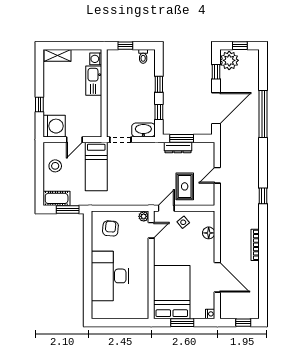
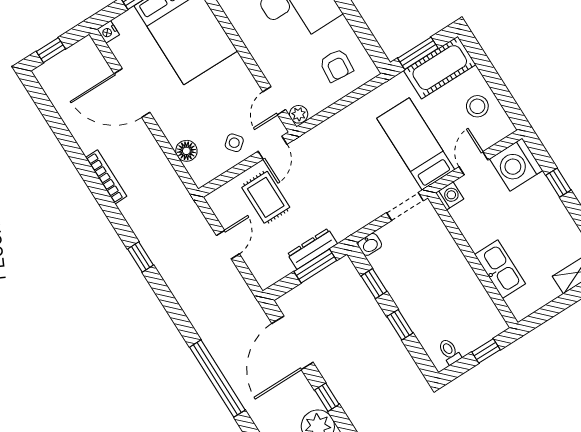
washing machine: (96, 59) -> (450, 196), moved
washbasin: (143, 130) -> (370, 244), width x0.52, depth x0.69
cot: (57, 198) -> (440, 68), width x1.37, depth x1.34

